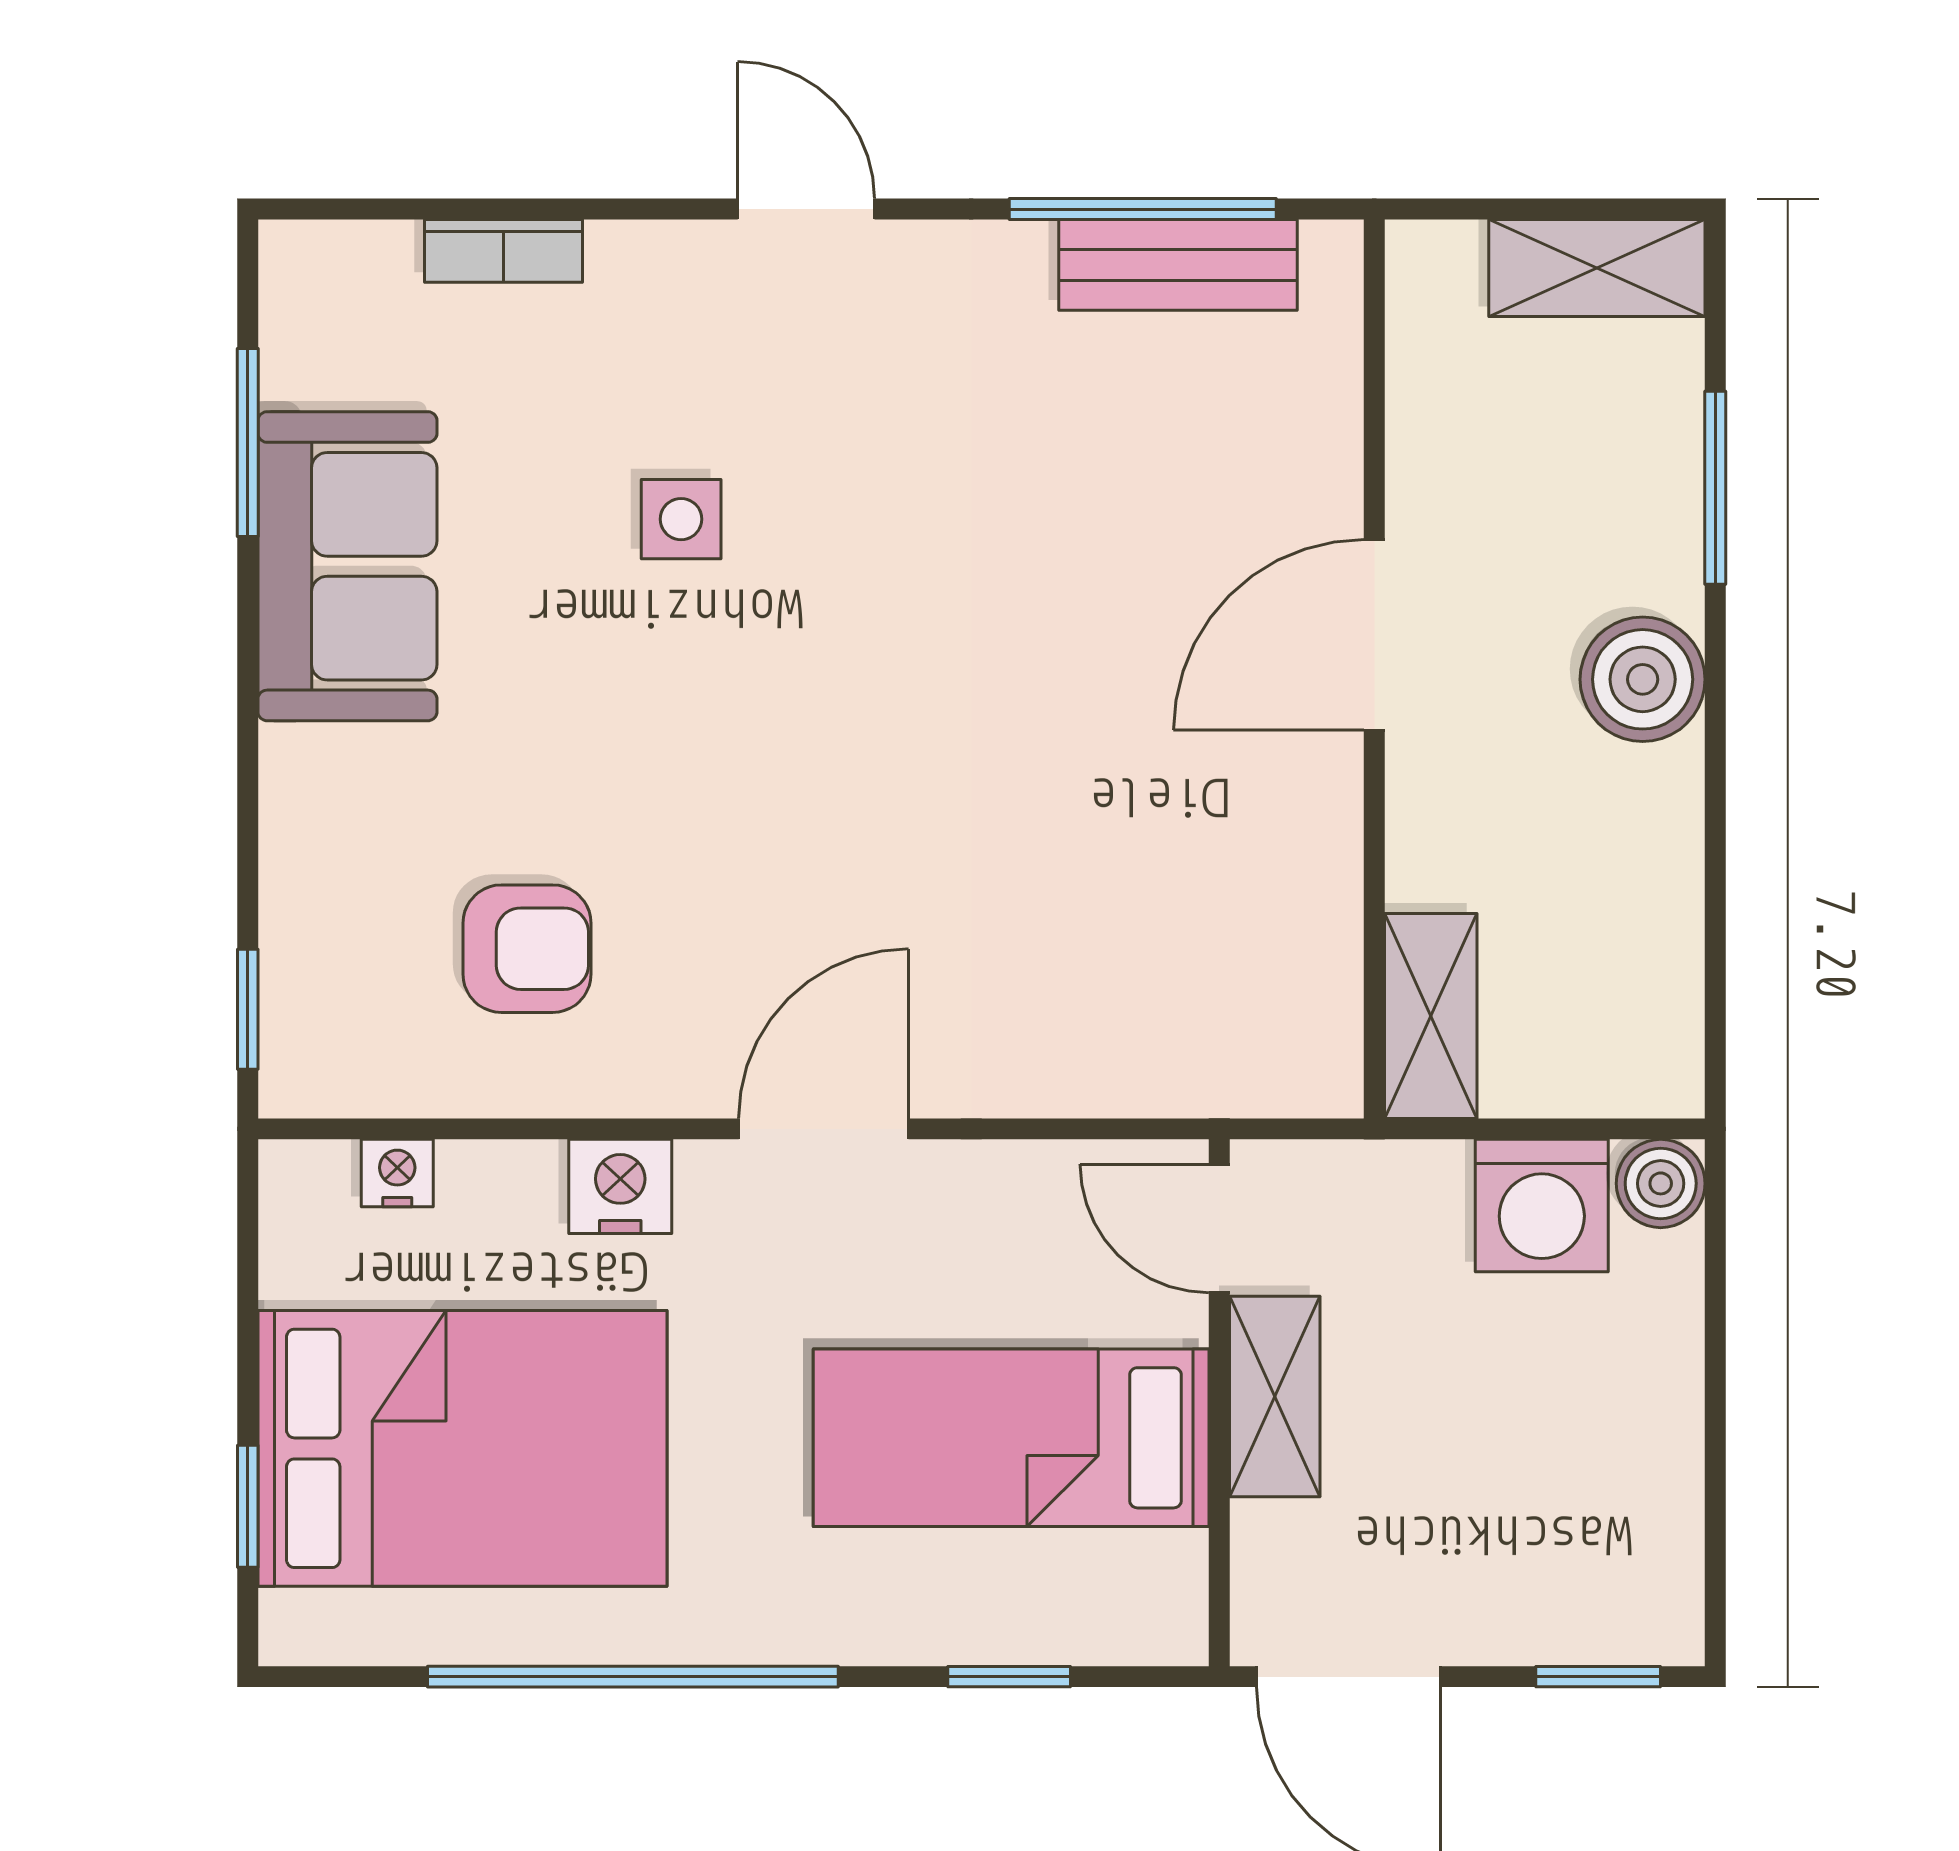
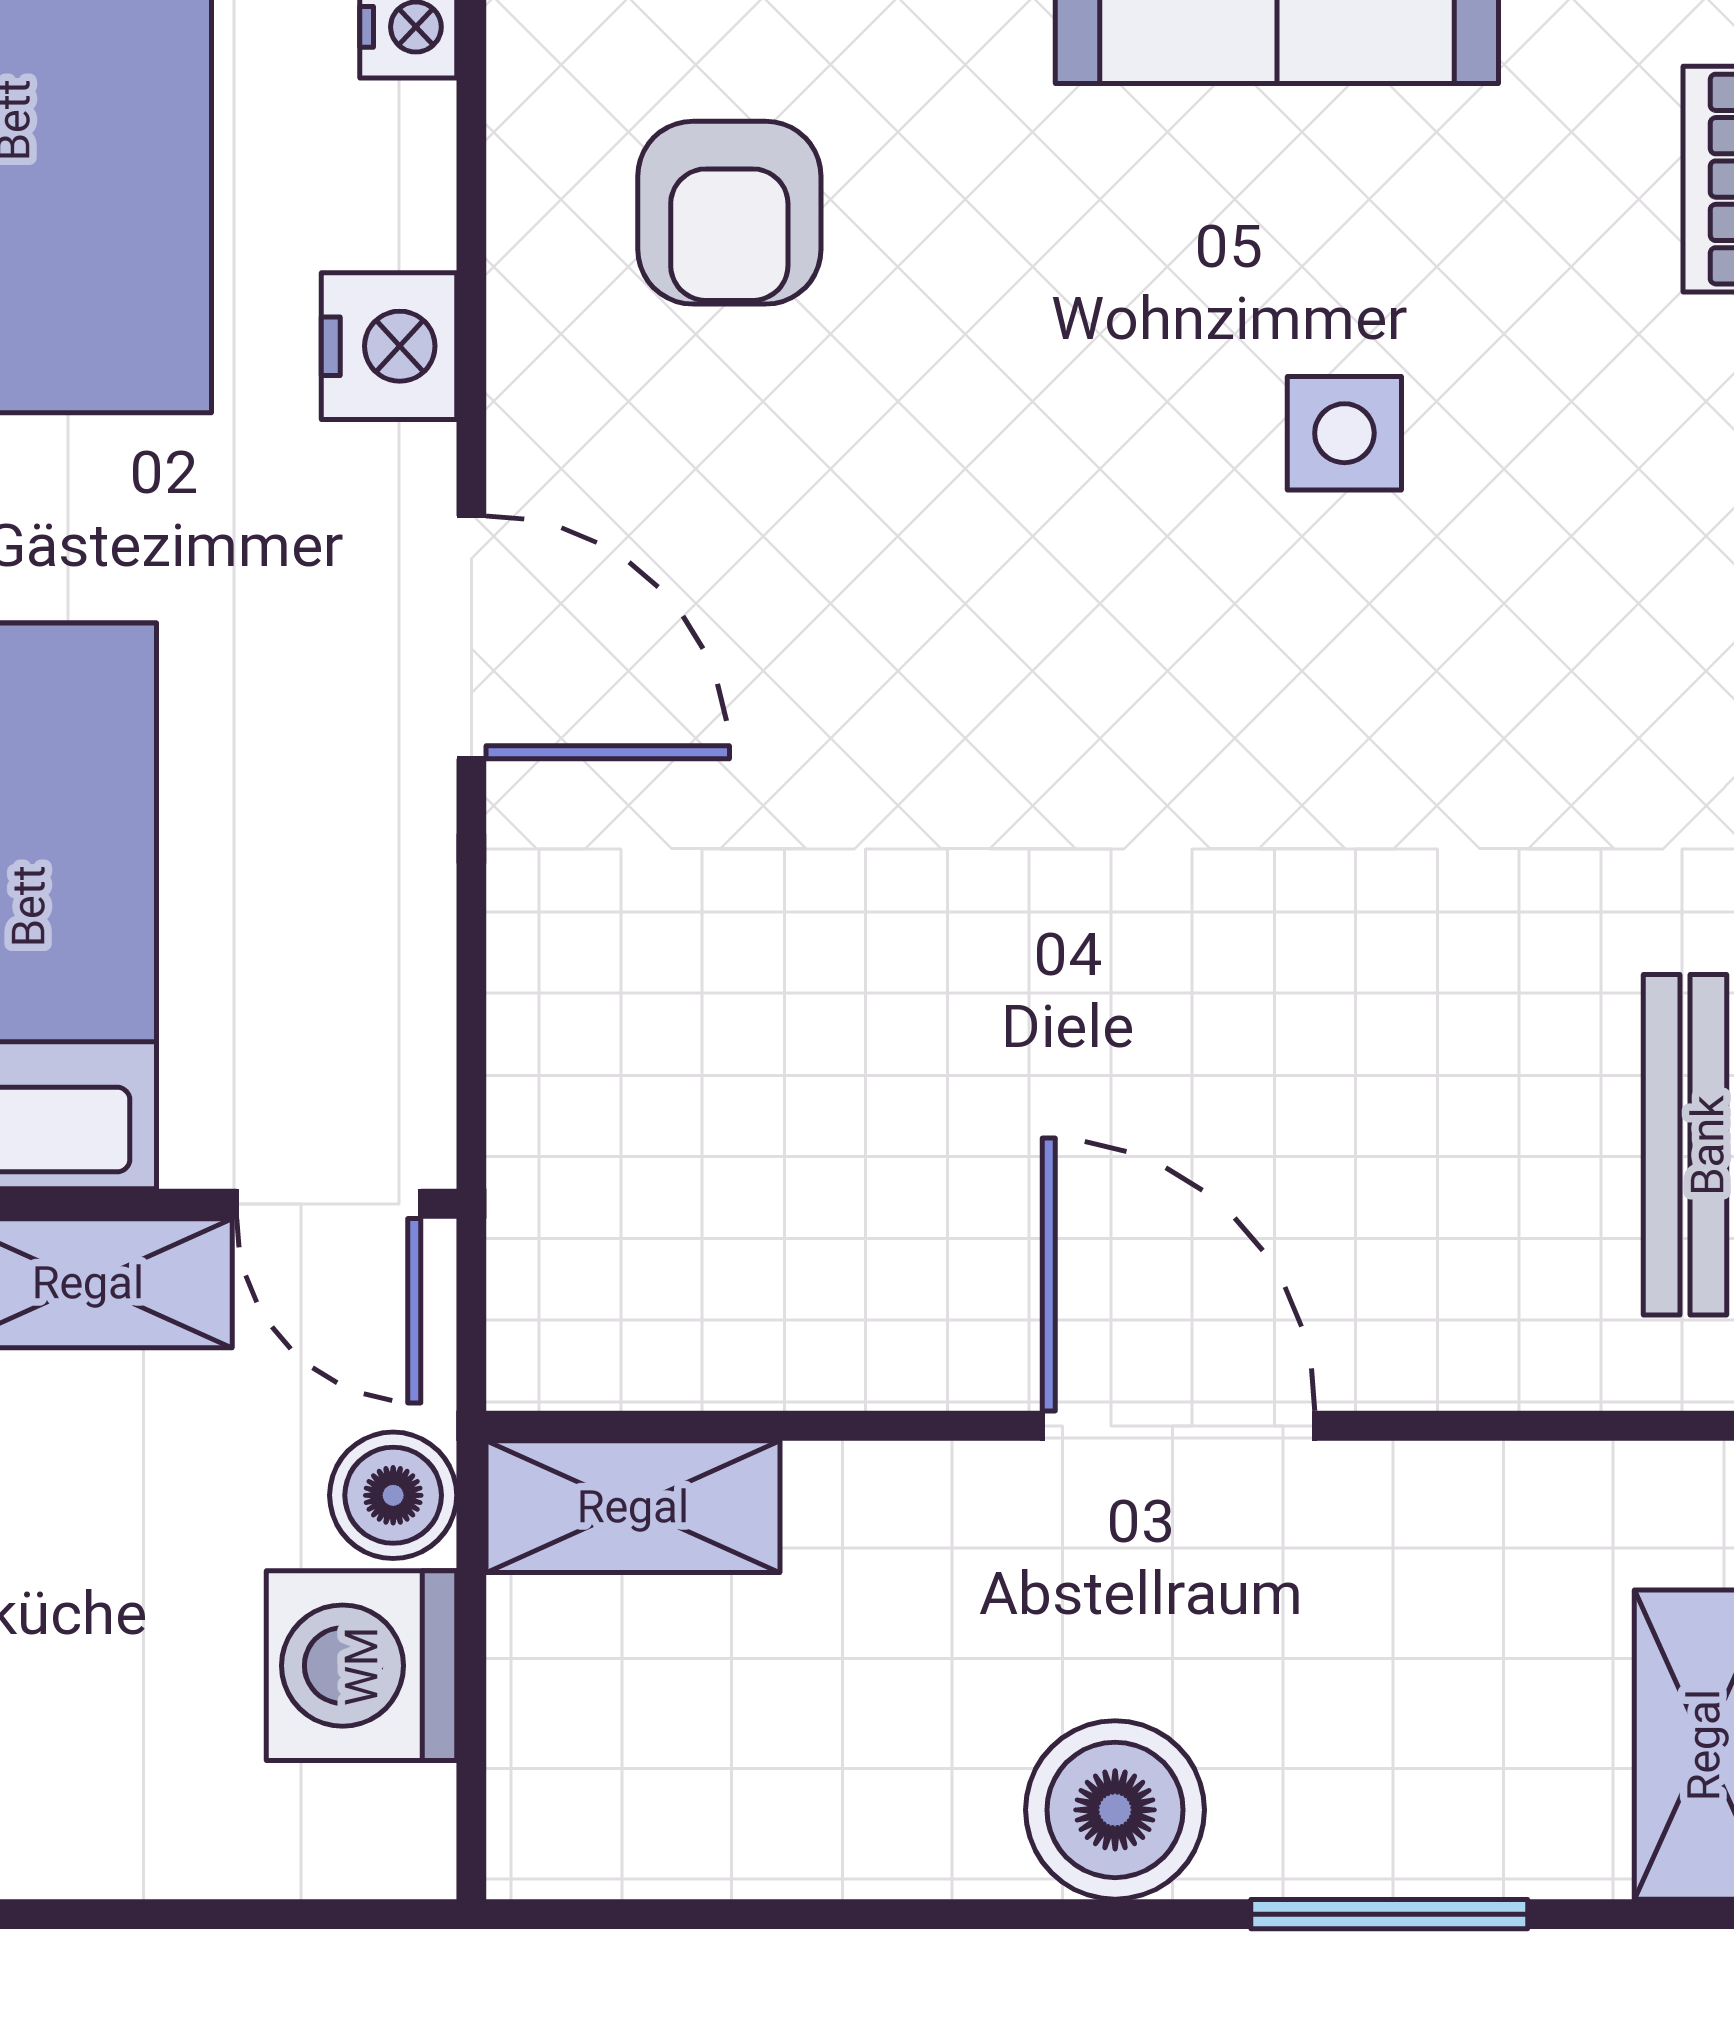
boiler: (1661, 1183) -> (393, 1495), moved
door: (1219, 1228) -> (329, 1204), swing flipped

